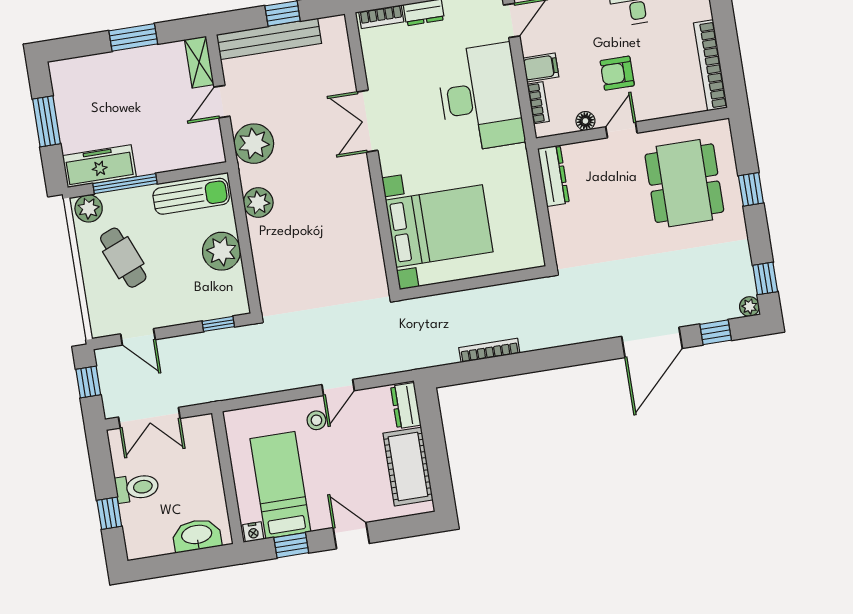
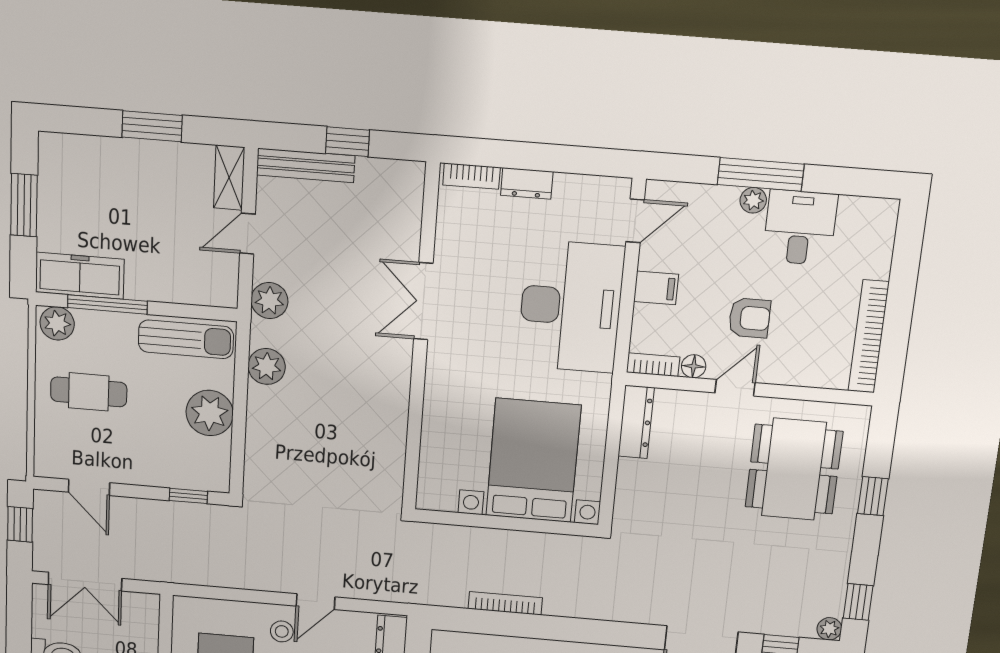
bench: (269, 39) -> (306, 165), width x0.73, depth x0.82
armchair: (617, 73) -> (749, 318), turned 180
bookcase: (538, 103) -> (653, 365), moved, turned -90
plant: (254, 144) -> (269, 301), width x0.73, depth x0.73
bed with nightstands: (439, 226) -> (533, 461), moved, turned -90
cafe table: (123, 258) -> (89, 392), turned -68

